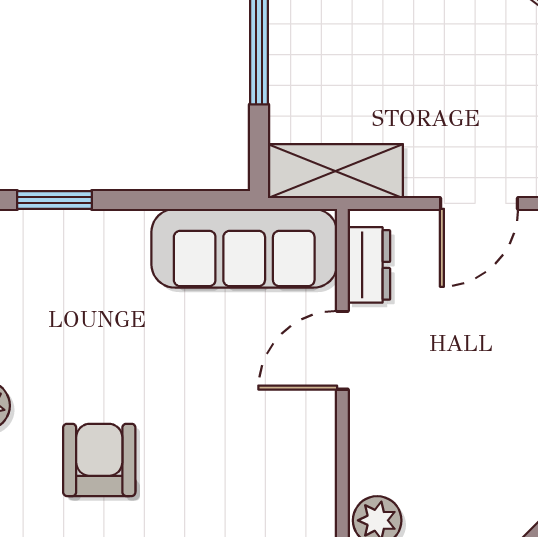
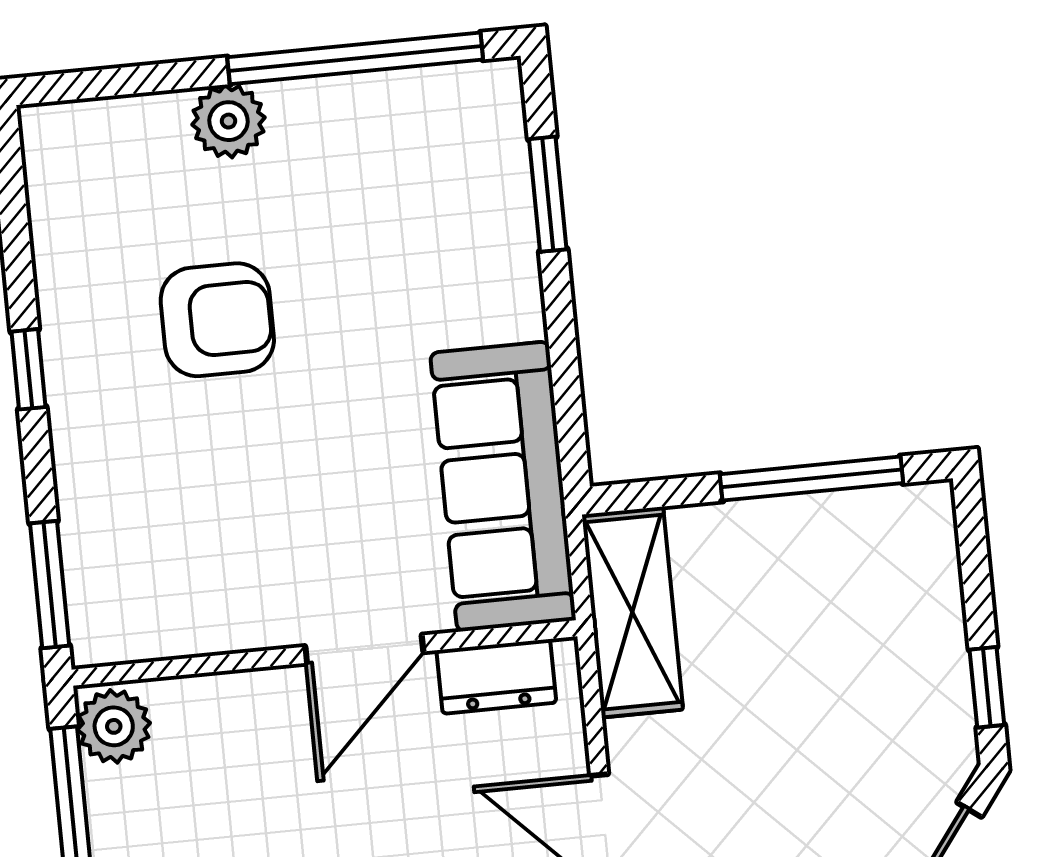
door: (342, 350) -> (364, 649), swing flipped
armchair: (99, 460) -> (217, 320), moved

